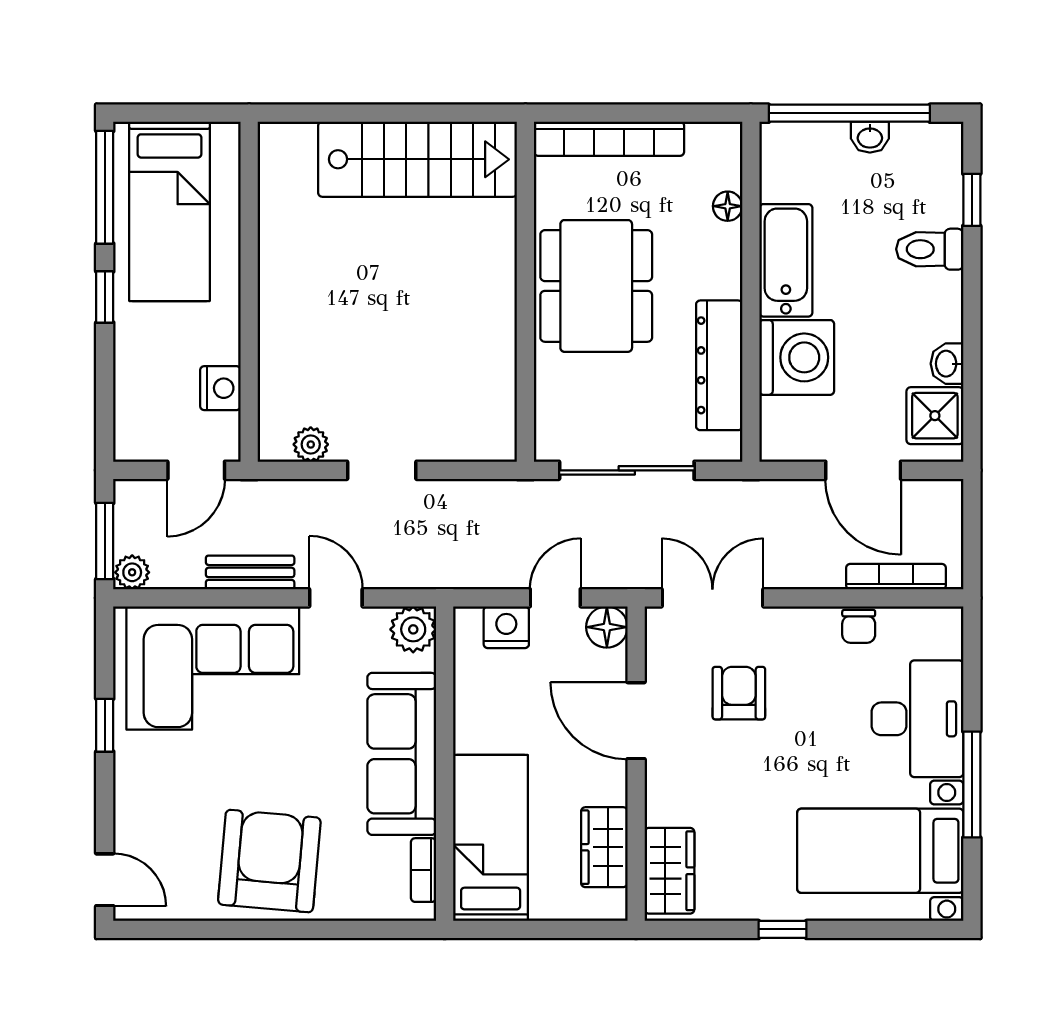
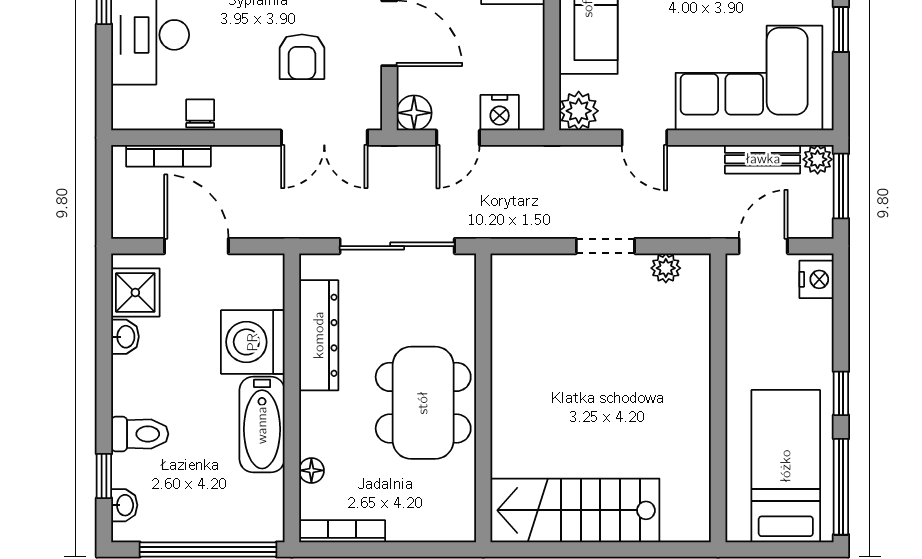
washbasin: (870, 137) -> (124, 505), moved, turned 90
bookcase: (609, 139) -> (342, 531), moved, width x0.68, depth x0.76
nightstand: (220, 388) -> (816, 279), moved, turned 180
bench: (250, 572) -> (763, 159), moved

